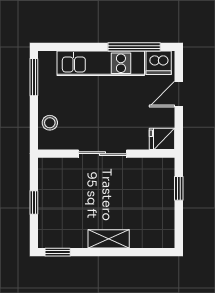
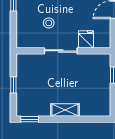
stool: (50, 123) -> (49, 23), moved
fridge: (162, 139) -> (86, 39), moved, turned 90

